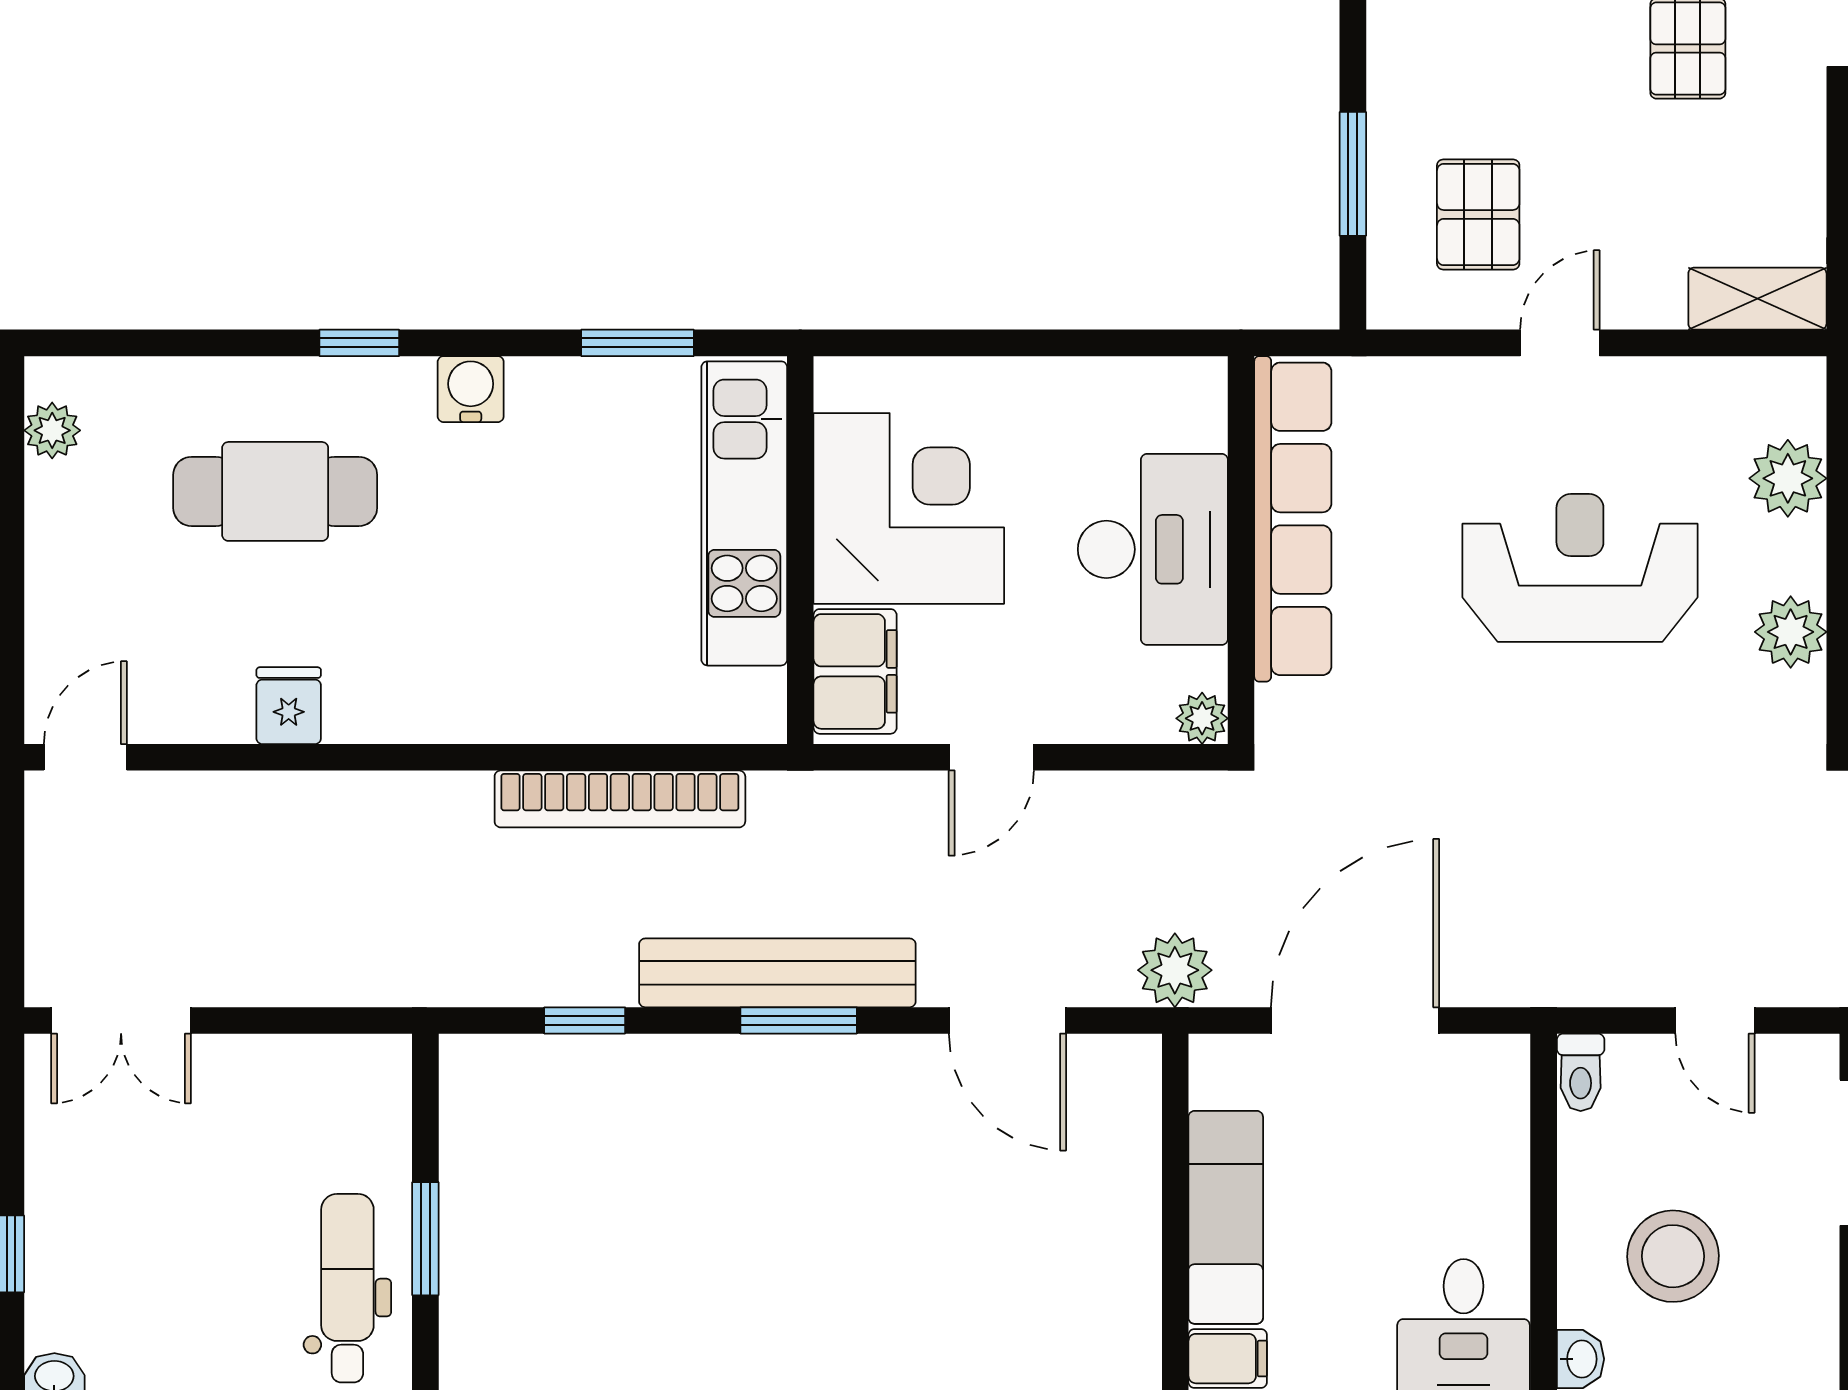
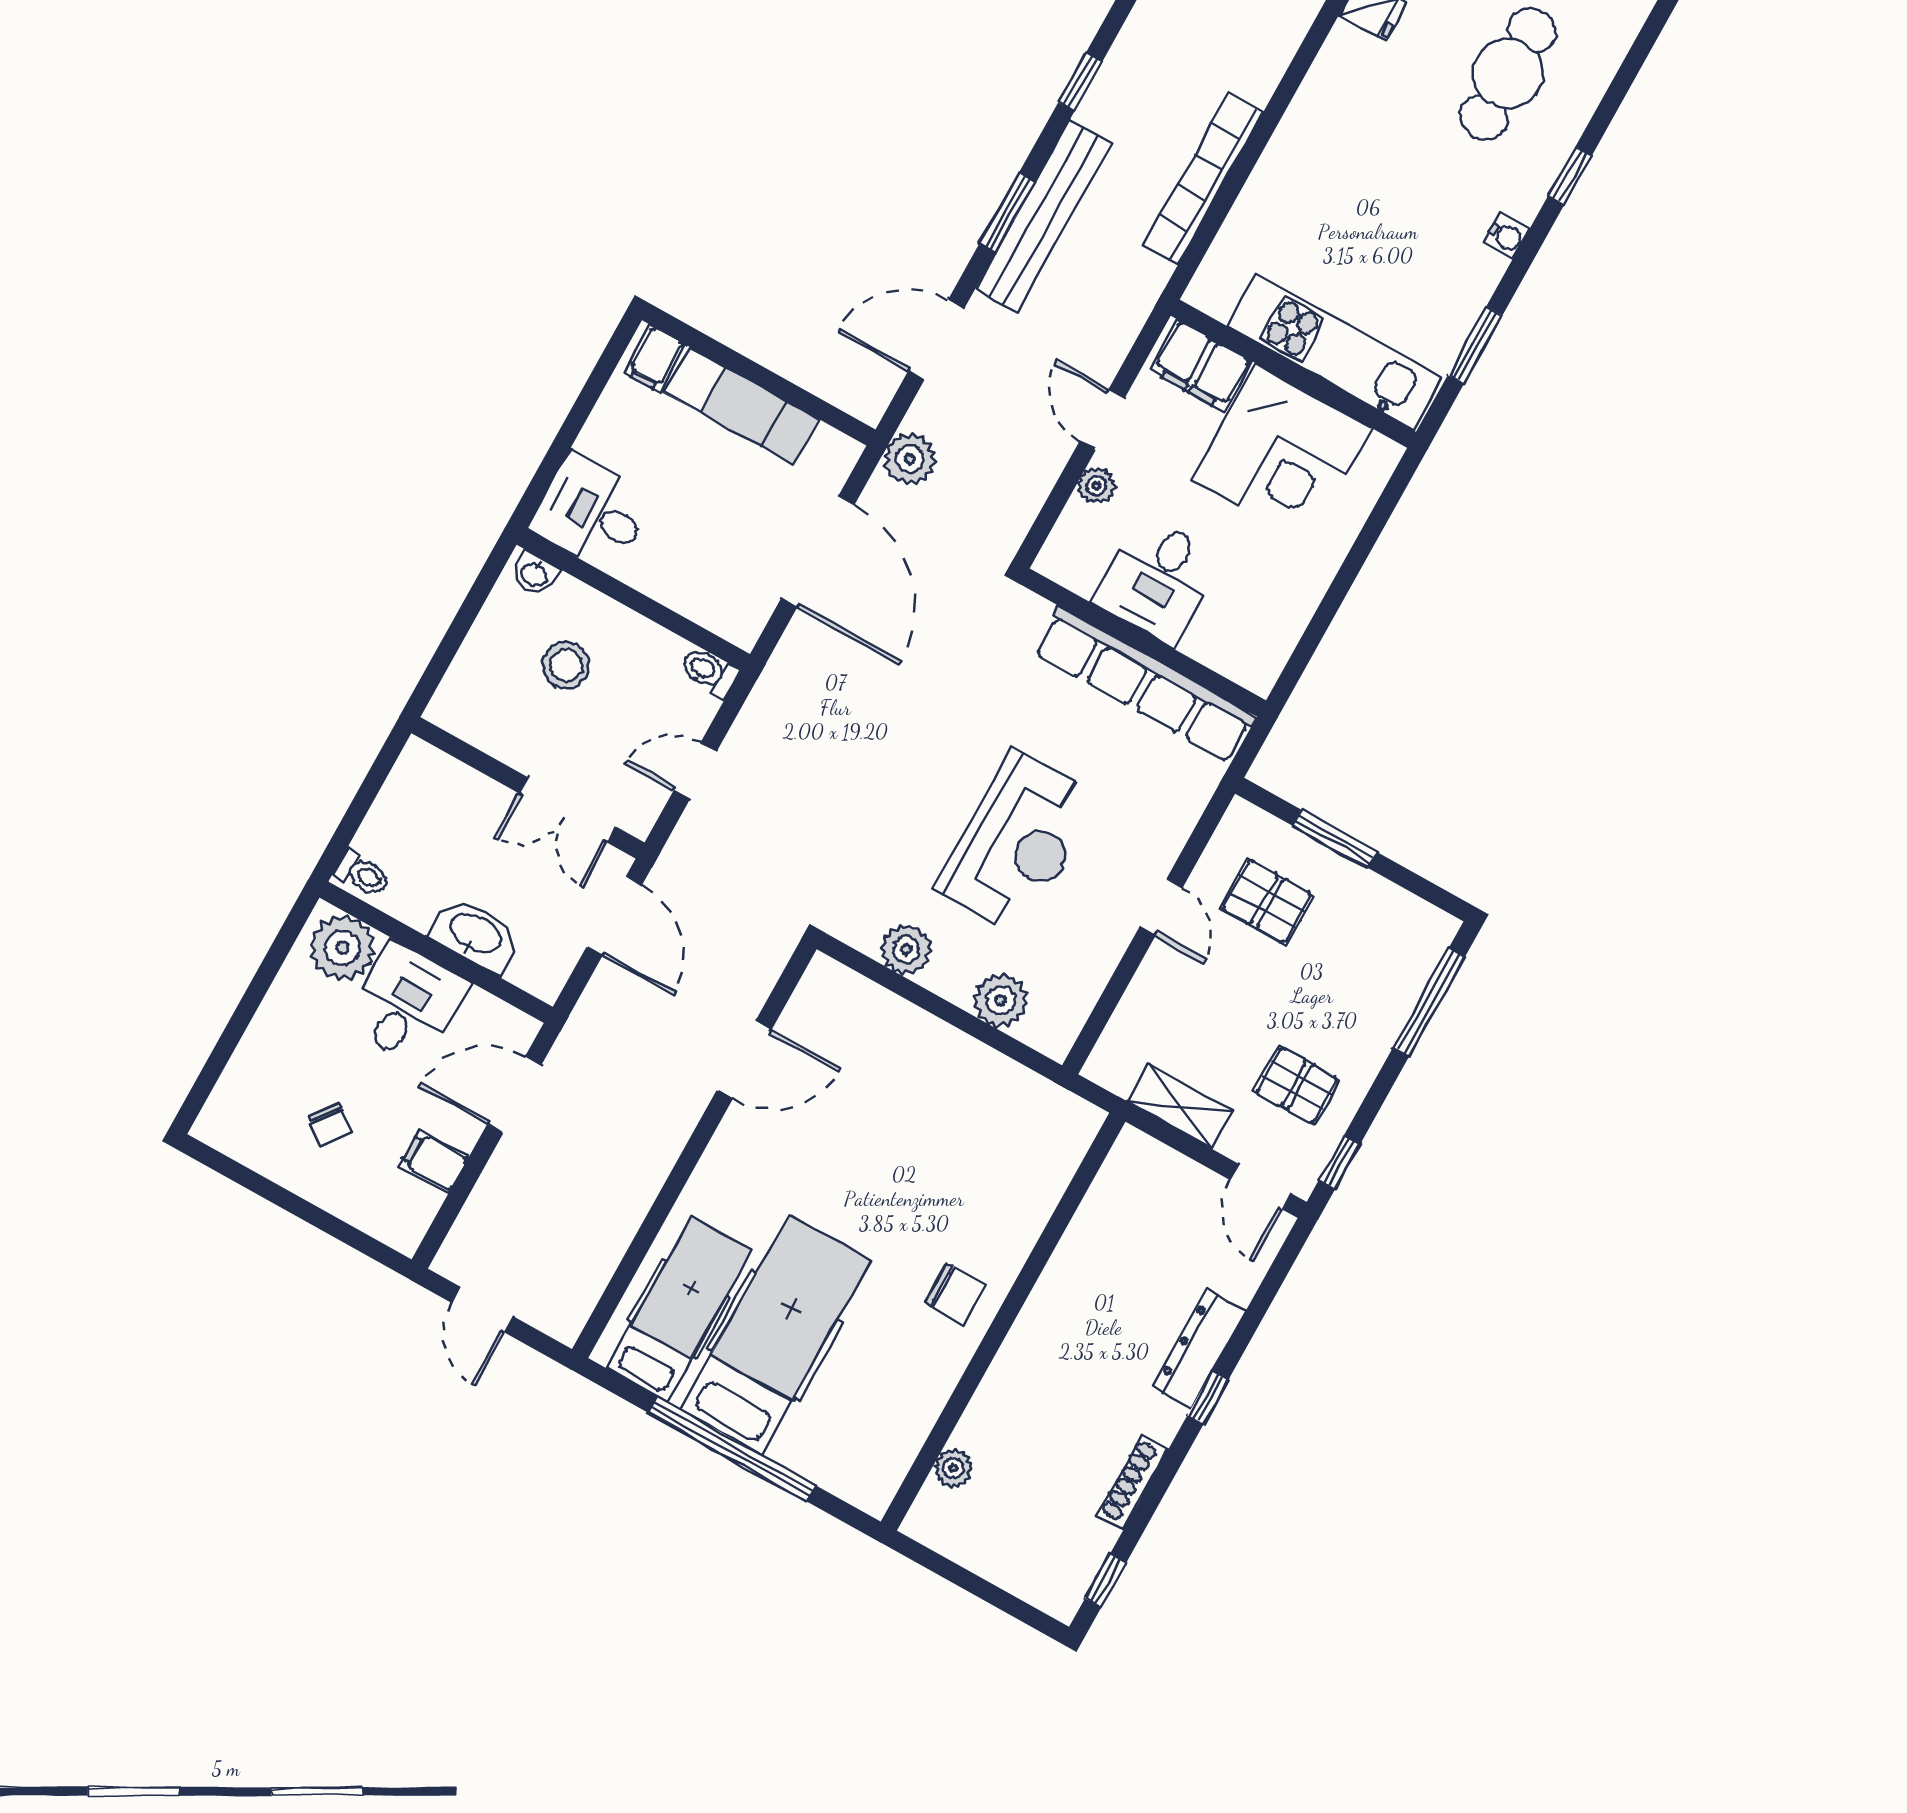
shelving: (1757, 299) -> (1180, 1106), moved, turned 90
water cooler: (471, 389) -> (1506, 236), width x0.72, depth x0.72
desk: (1153, 549) -> (1158, 580), width x0.73
plant: (1202, 718) -> (1096, 486), moved
stool: (1673, 1256) -> (566, 665), width x0.73, depth x0.73

